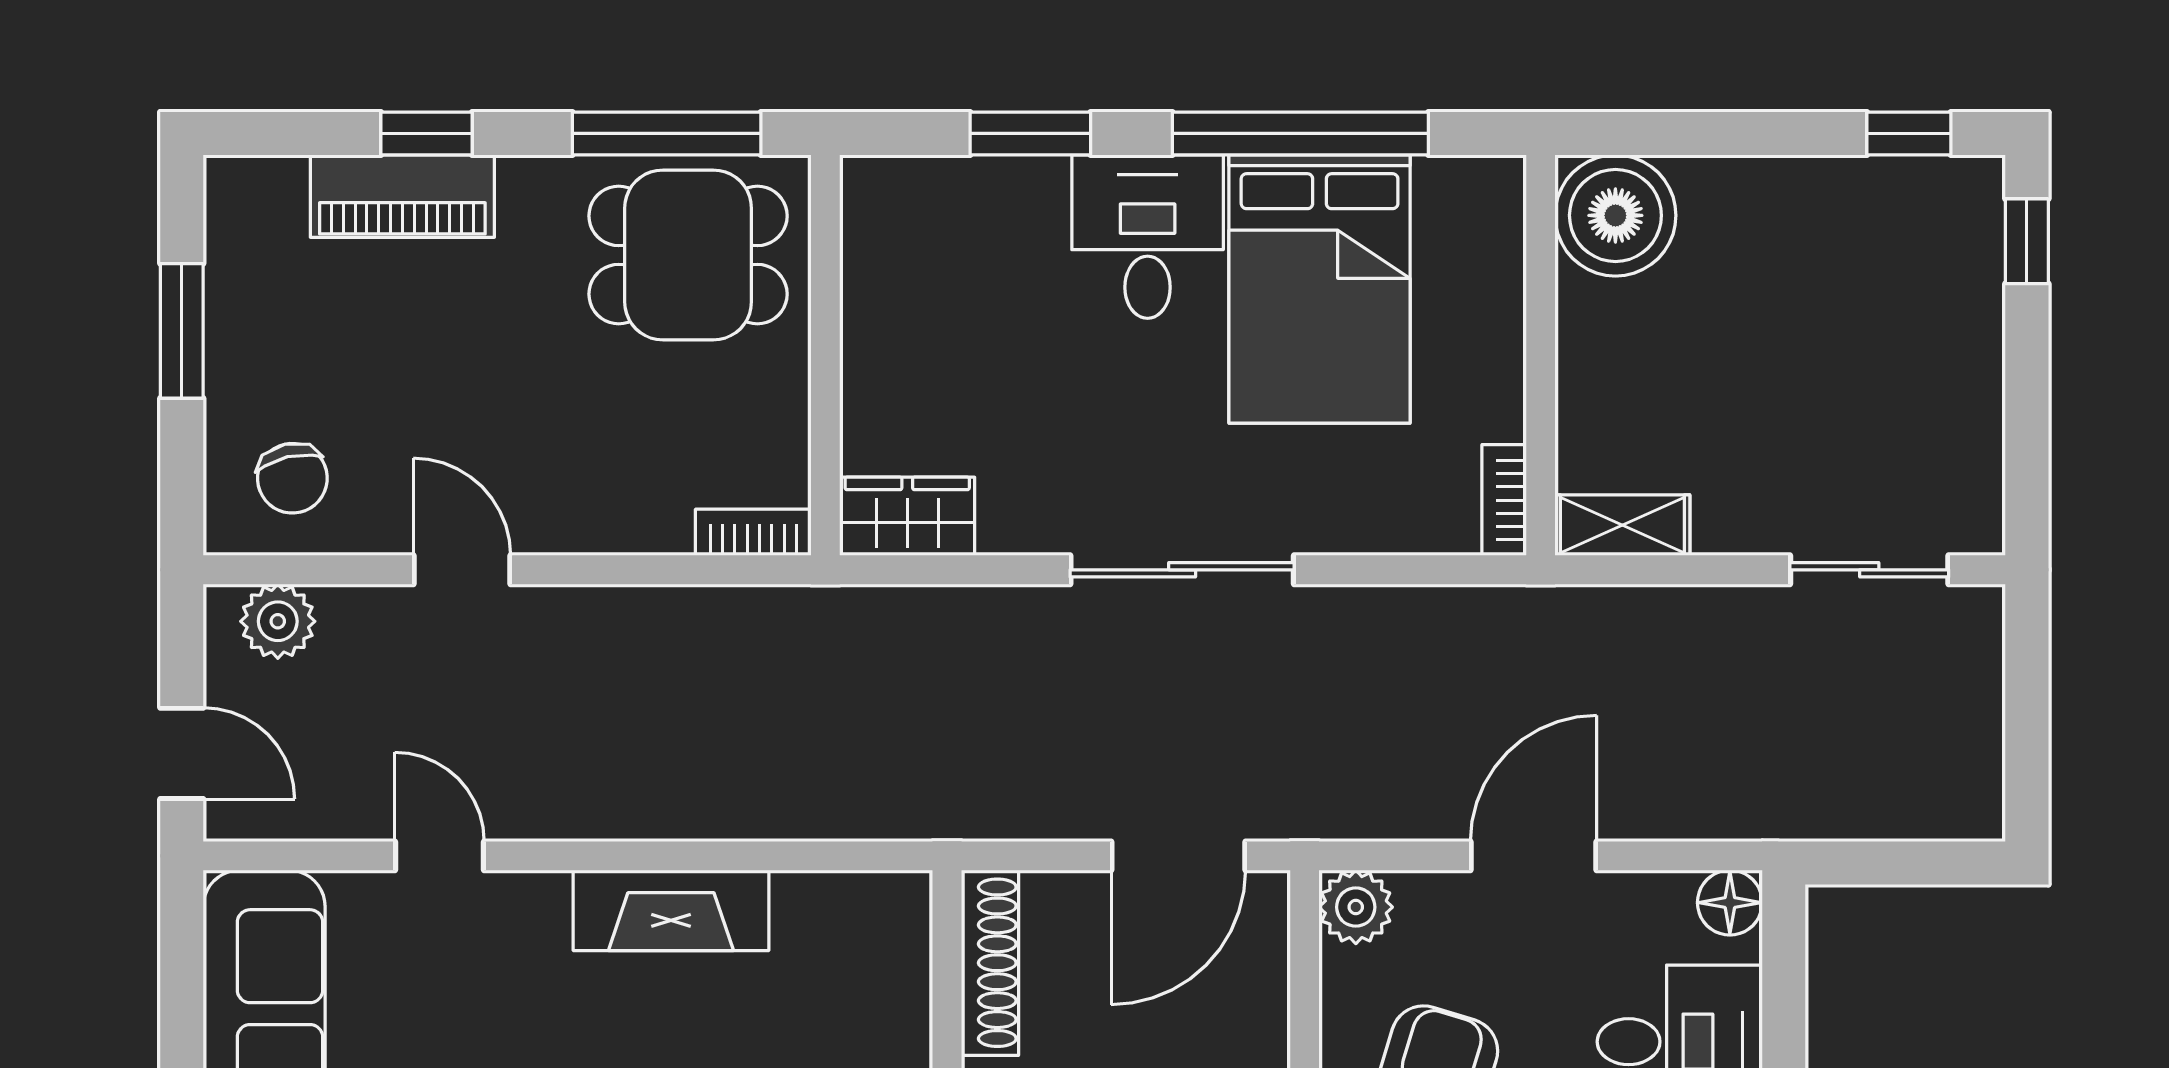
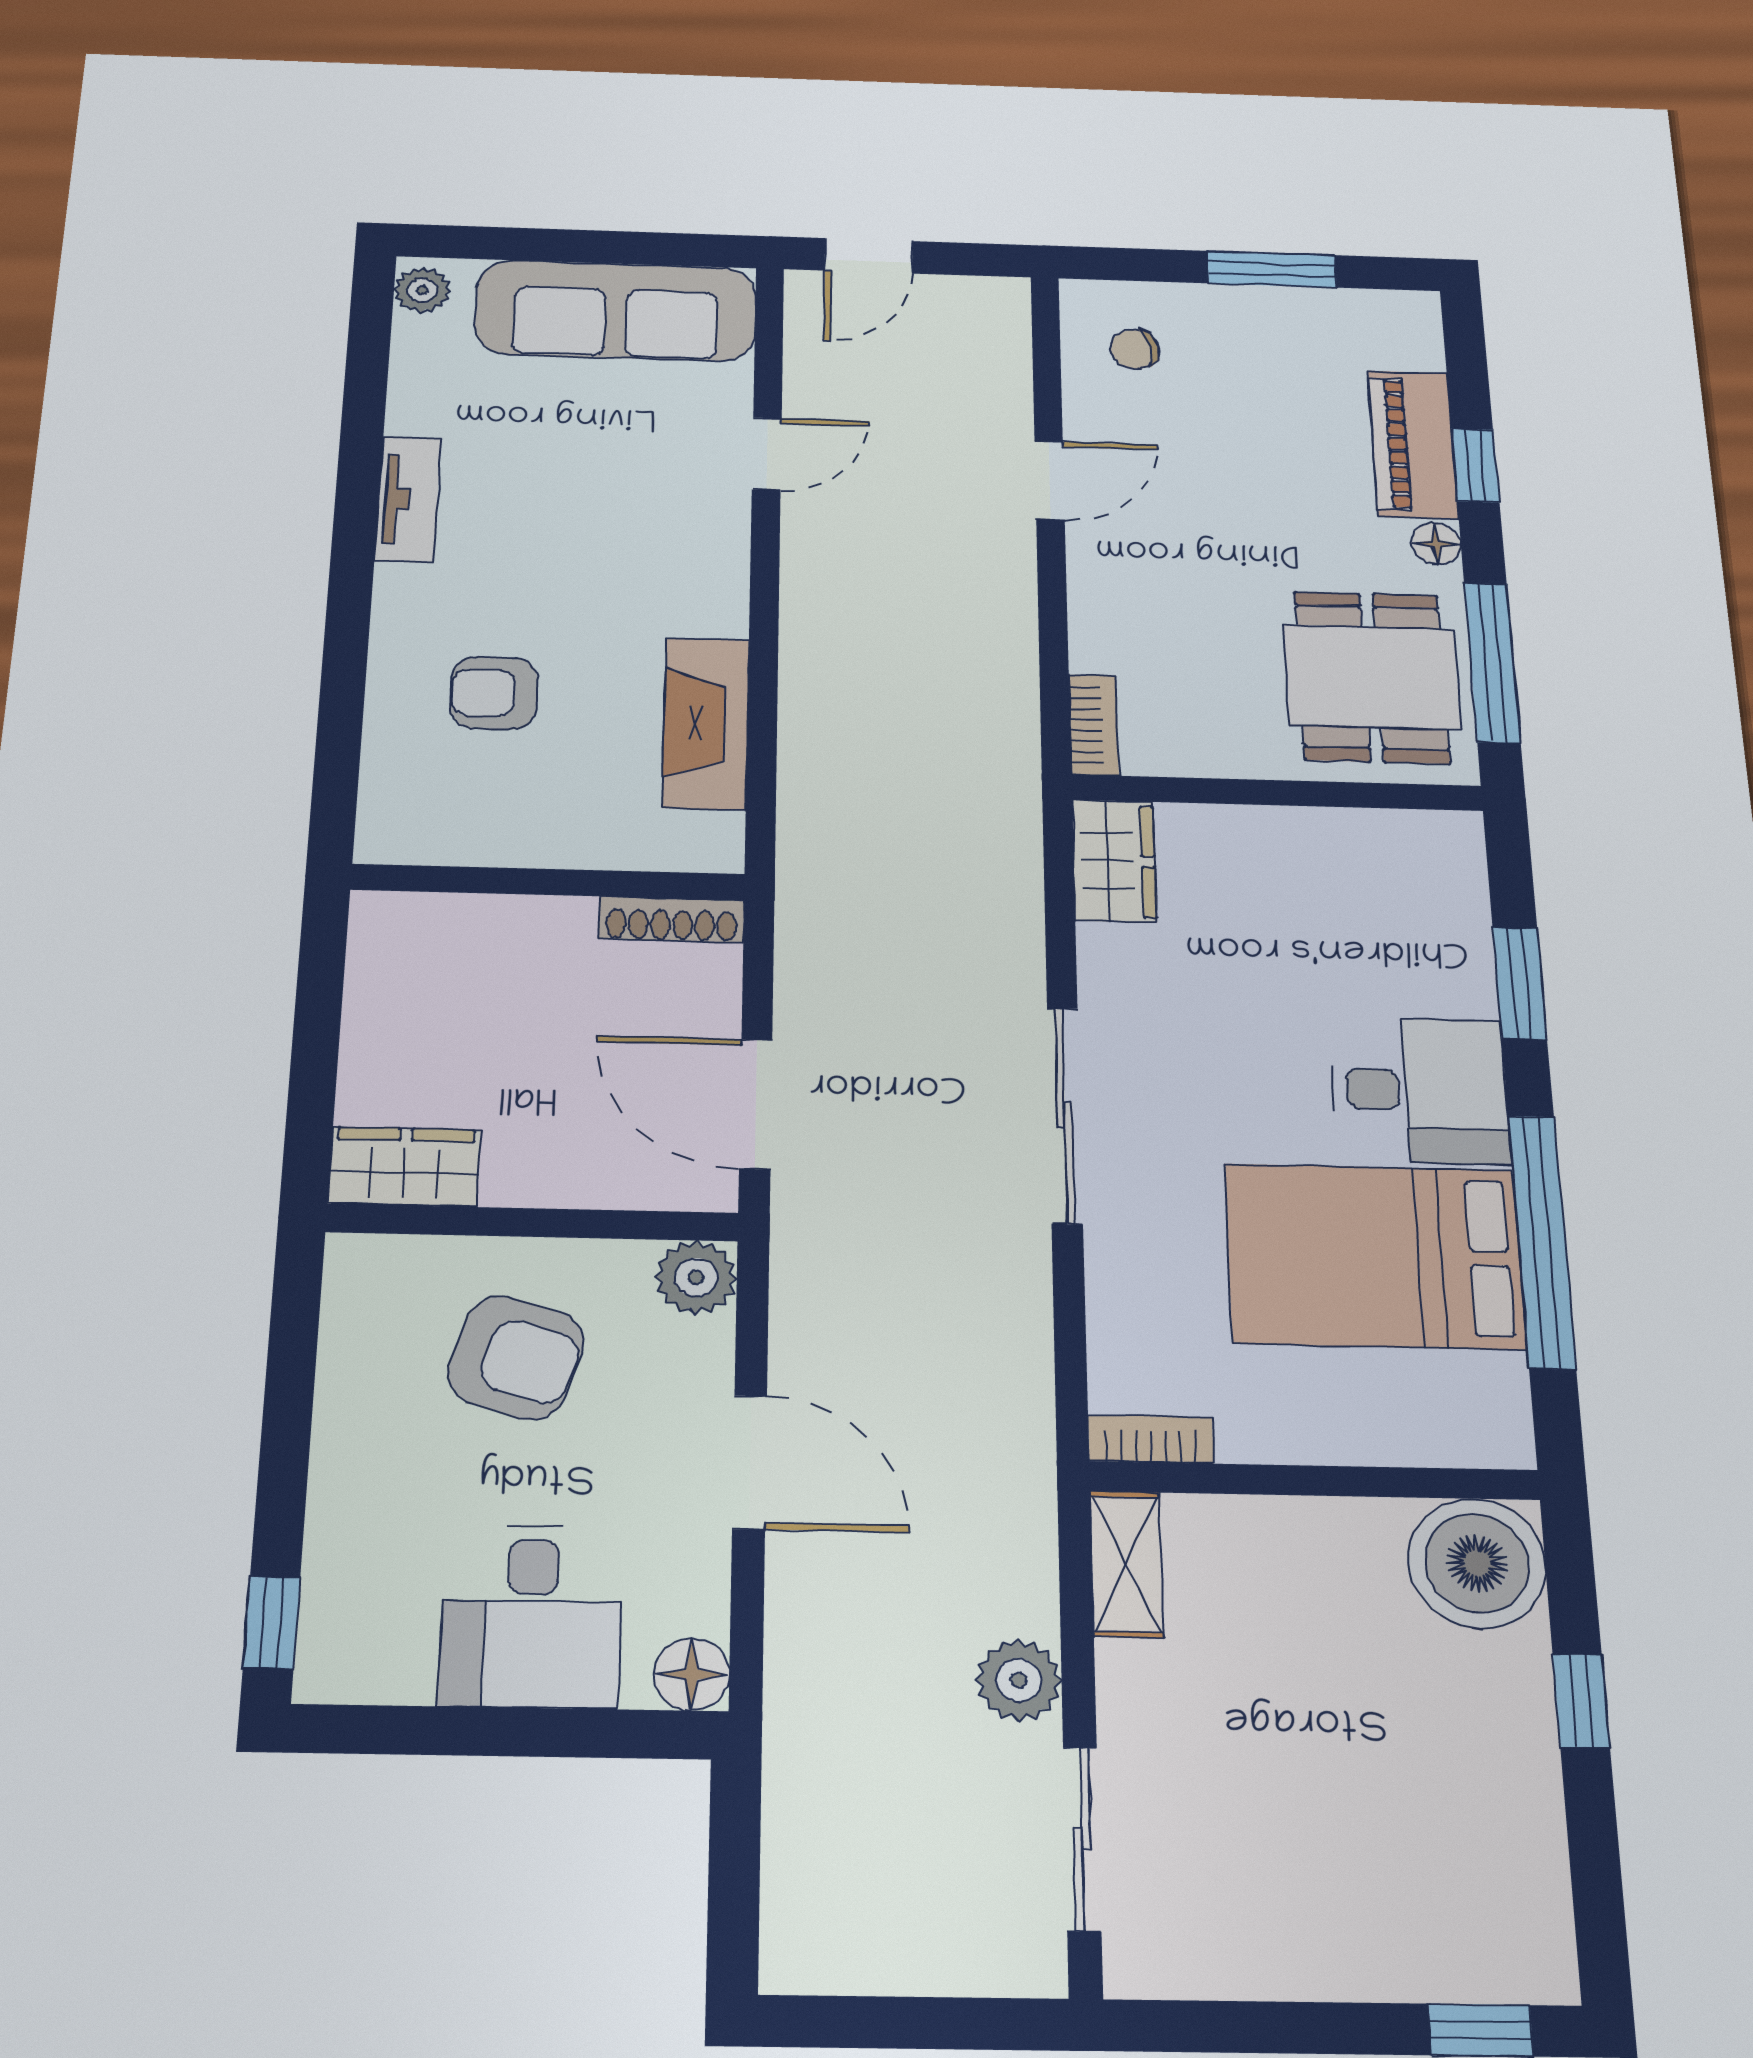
window: (1909, 133) -> (1581, 1701), moved
floor lamp: (525, 180) -> (1436, 544), added
chair: (292, 478) -> (1135, 349), width x0.73, depth x0.73
plant: (278, 621) -> (1019, 1680), moved
fireplace: (671, 910) -> (706, 723), moved
shoe rack: (990, 963) -> (672, 919), width x0.74, depth x0.81

